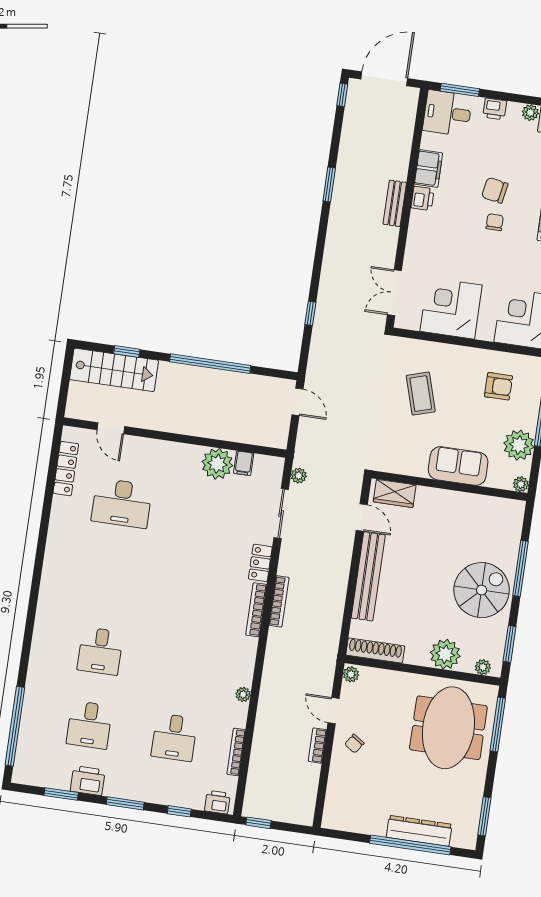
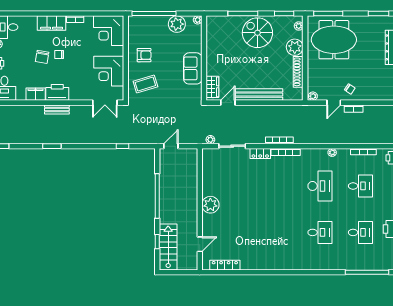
printer: (423, 198) -> (57, 92), width x1.87, depth x1.48
armchair: (499, 386) -> (144, 55), moved, turned 90
coffee table: (421, 394) -> (145, 84), moved
filing cabinet: (244, 463) -> (208, 170), removed
plant: (217, 464) -> (210, 205), moved
sofa: (458, 466) -> (193, 68), moved
desk: (122, 503) -> (320, 186), moved
shoe rack: (375, 650) -> (298, 72), moved

